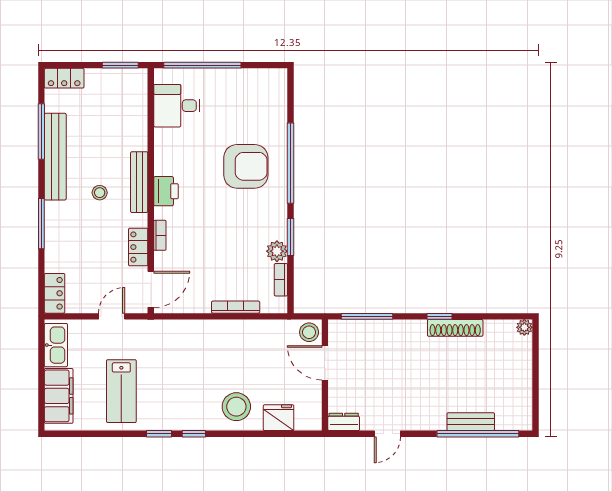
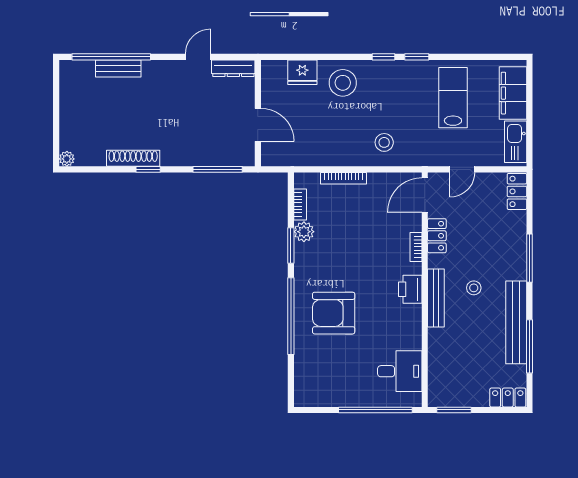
stool: (309, 332) -> (384, 142), moved
dresser: (344, 422) -> (233, 68), width x1.44

